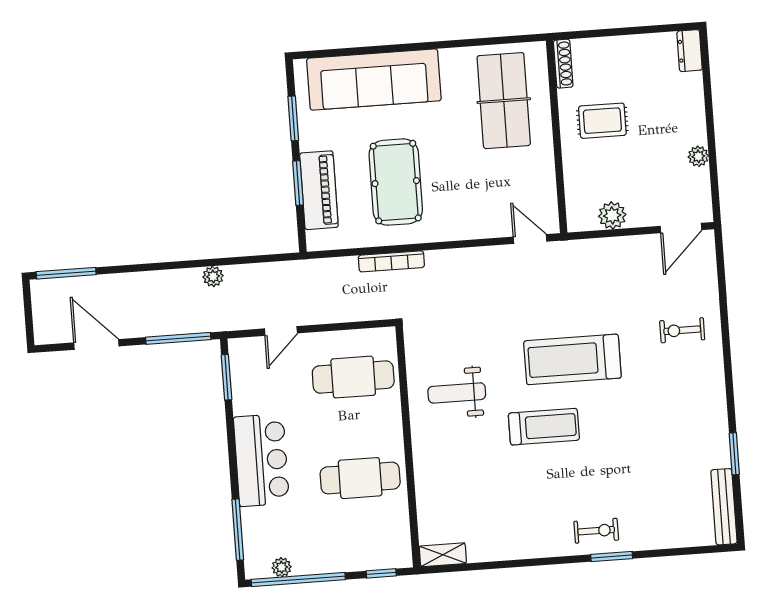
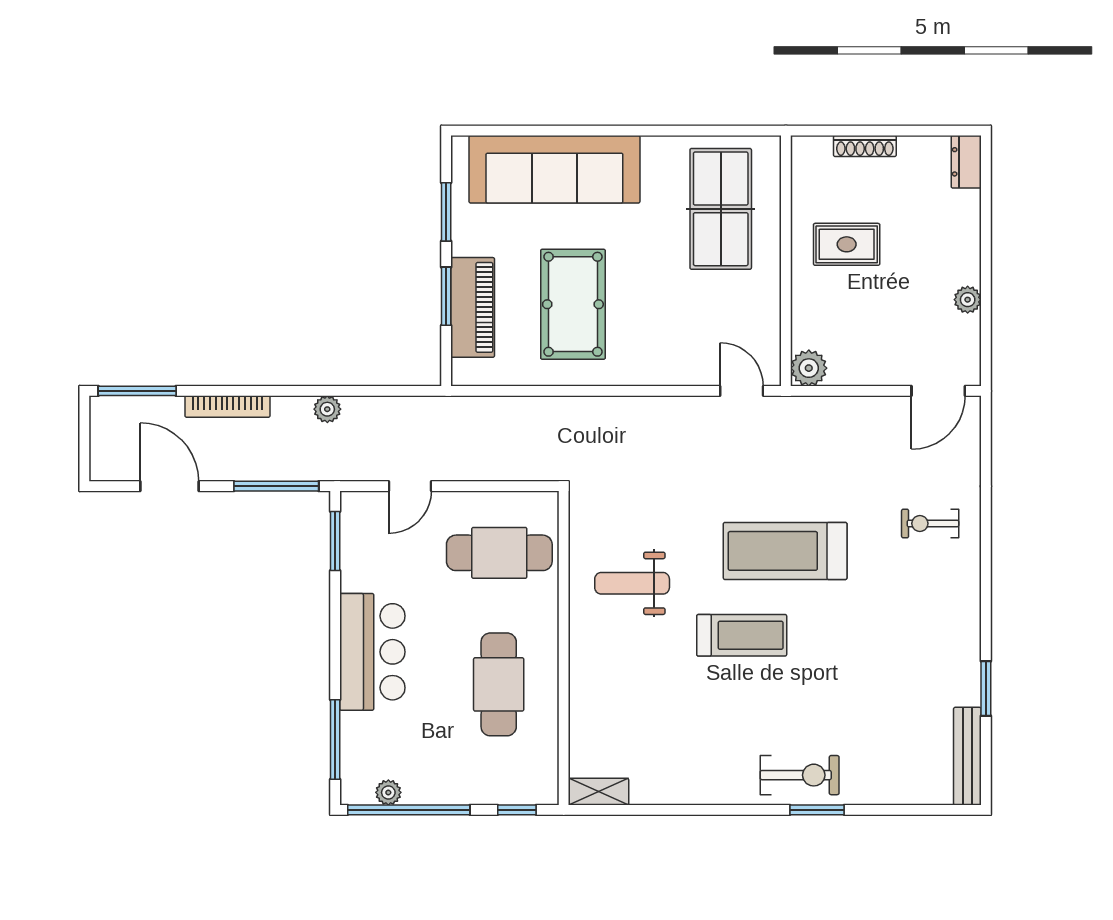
shoe rack: (563, 64) -> (865, 146), moved, turned 90
plant: (612, 215) -> (809, 368), moved
bookcase: (391, 261) -> (227, 407), moved
cafe table: (360, 478) -> (499, 684), turned 90
exercise bike: (596, 531) -> (800, 775), width x1.38, depth x1.39

